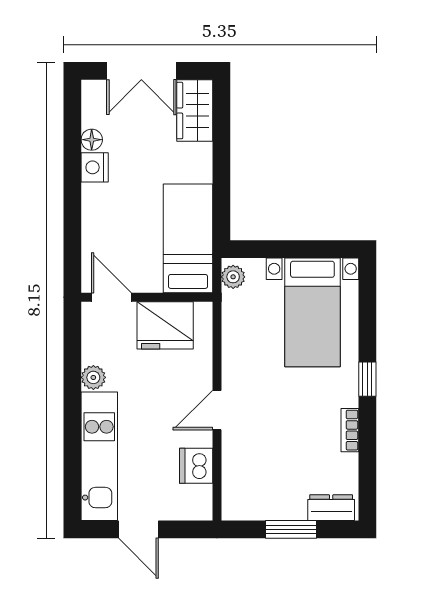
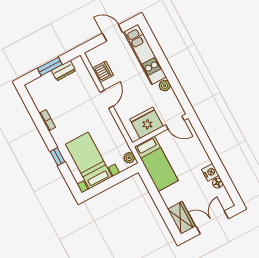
window: (367, 379) -> (58, 157), moved
dresser: (331, 508) -> (64, 71), moved

